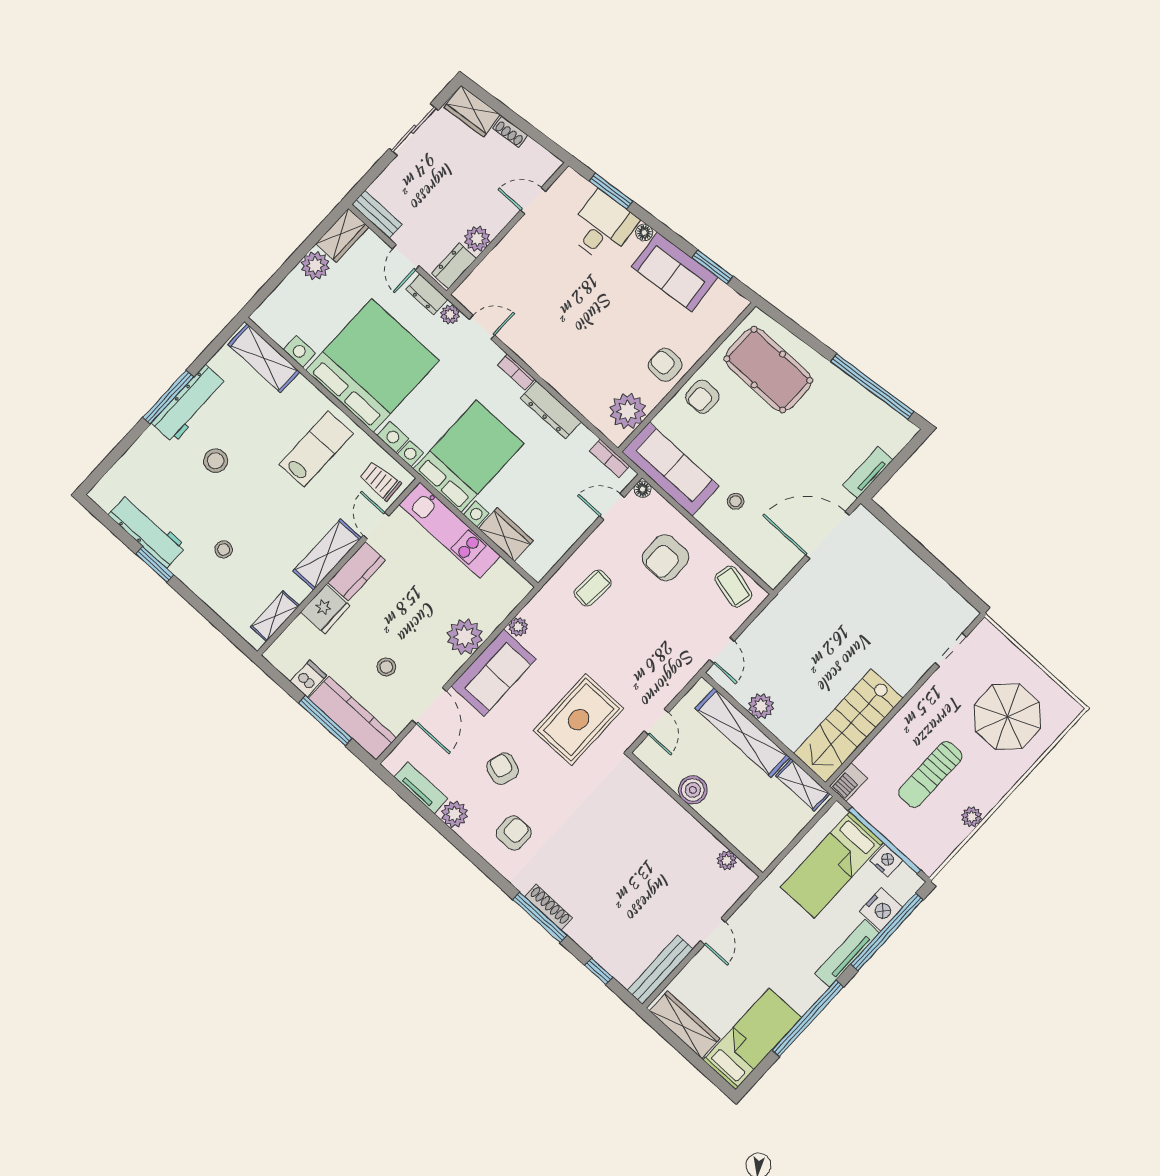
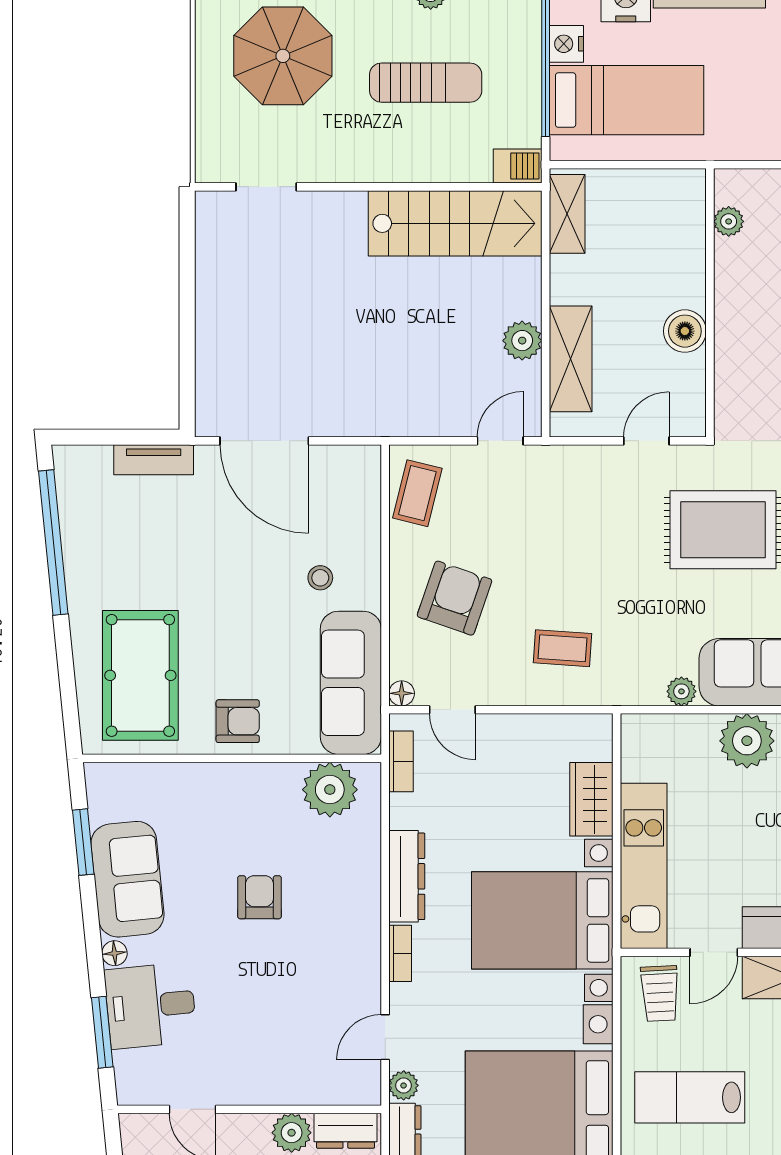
door: (482, 327) -> (385, 1037), hinge flipped
armchair: (665, 365) -> (259, 897), moved, turned 180
armchair: (665, 558) -> (454, 598), turned -71
shelving: (743, 733) -> (571, 359), width x0.68

